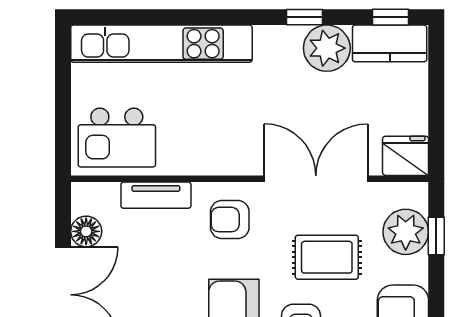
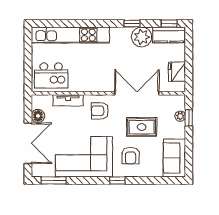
fridge: (406, 156) -> (177, 72), moved, turned -90
plant: (406, 232) -> (180, 116), width x0.53, depth x0.53

